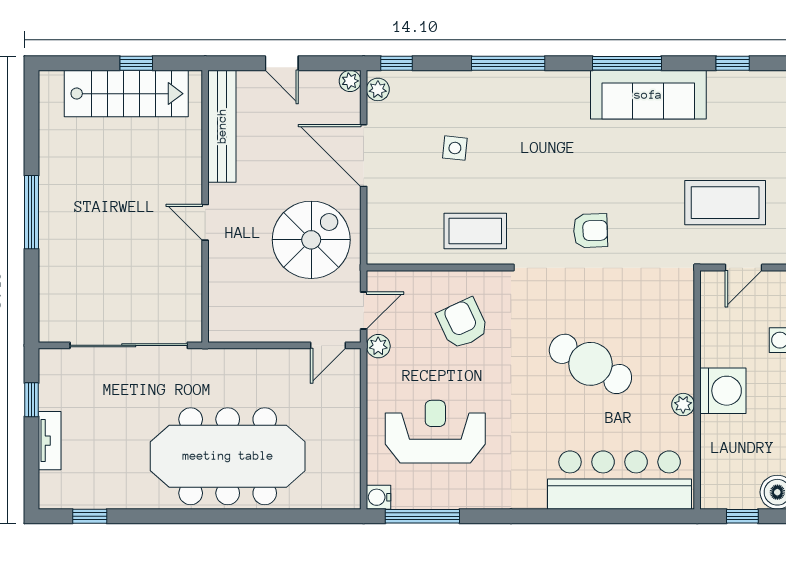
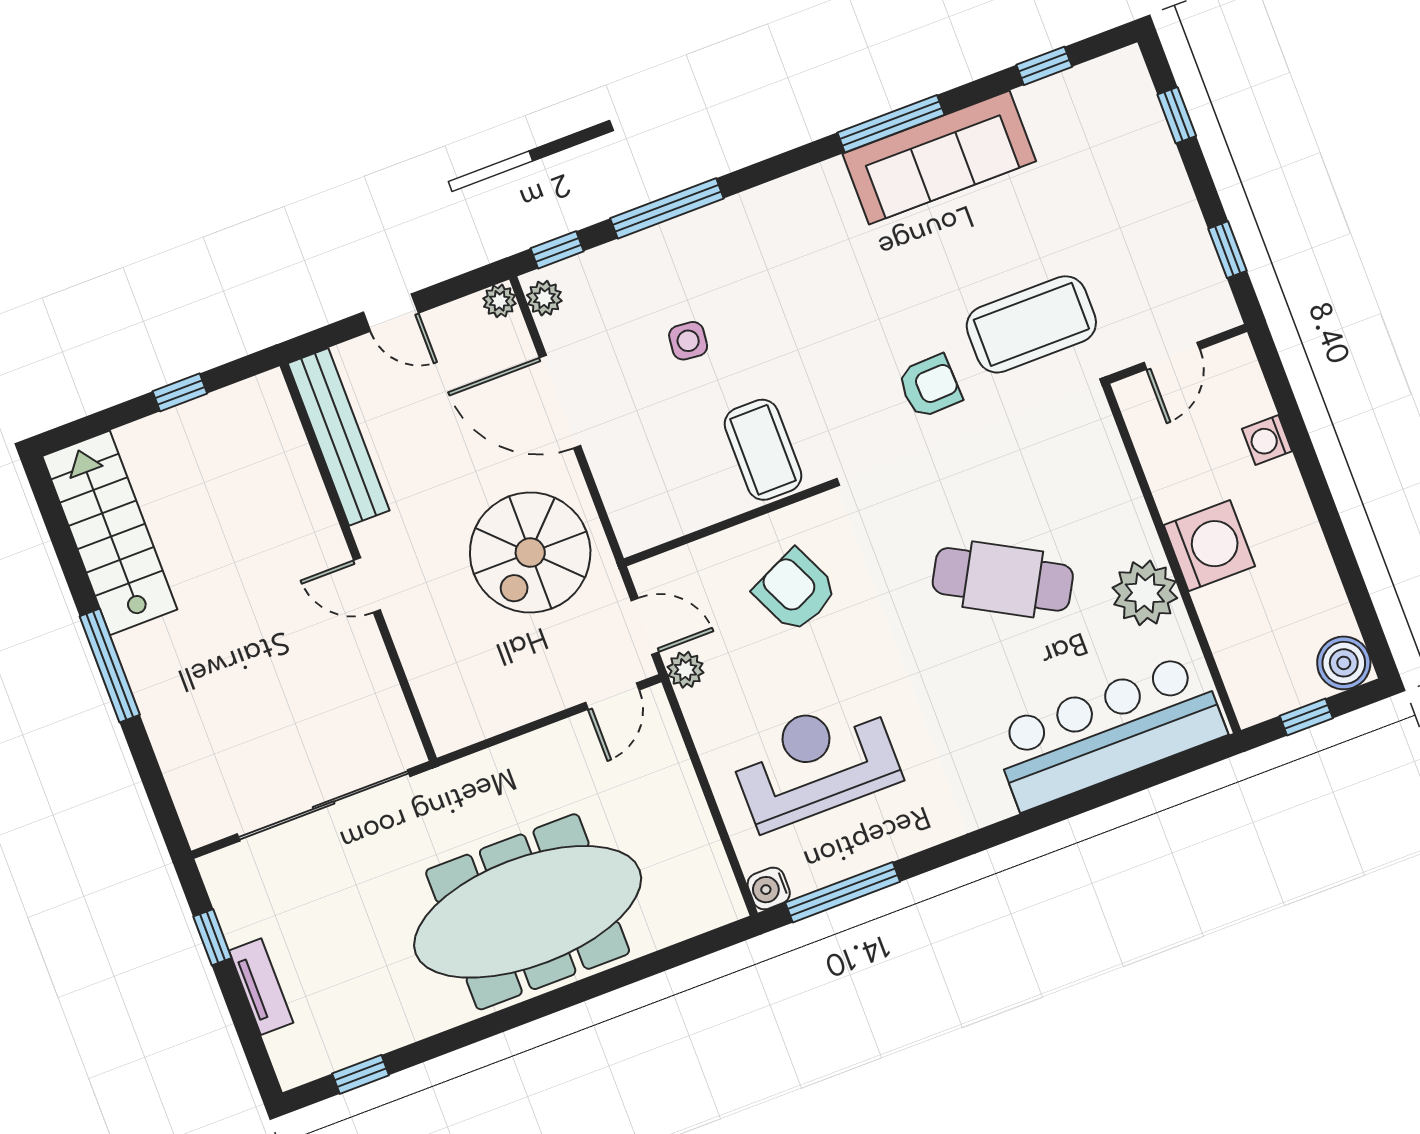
window: (508, 63) -> (667, 208), moved
stairs: (126, 94) -> (110, 533), moved, turned -90
coffee table: (725, 203) -> (1031, 324), moved
coffee table: (475, 231) -> (763, 450), turned 90
spiral stairs: (311, 240) -> (530, 553), turned 180
door: (364, 311) -> (645, 626), hinge flipped
plant: (683, 405) -> (1145, 593), width x1.88, depth x1.88

